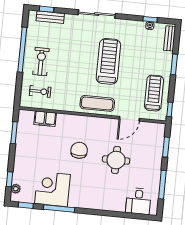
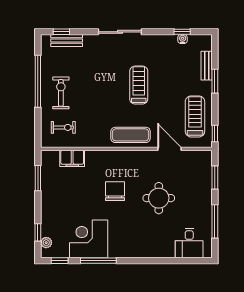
bench: (170, 38) -> (207, 66), moved
treadmill: (108, 61) -> (139, 85), width x0.73, depth x0.73
door: (129, 119) -> (169, 149), swing flipped

